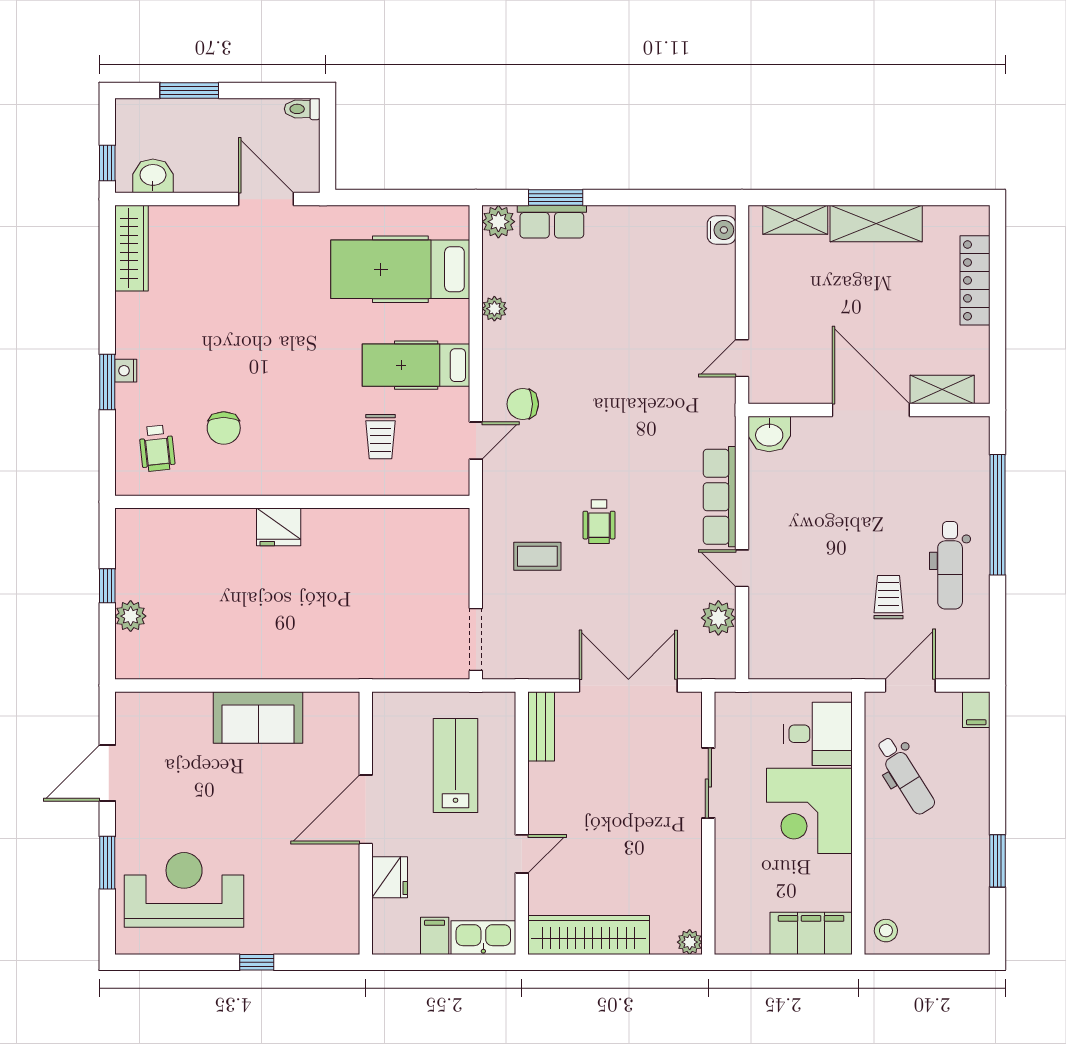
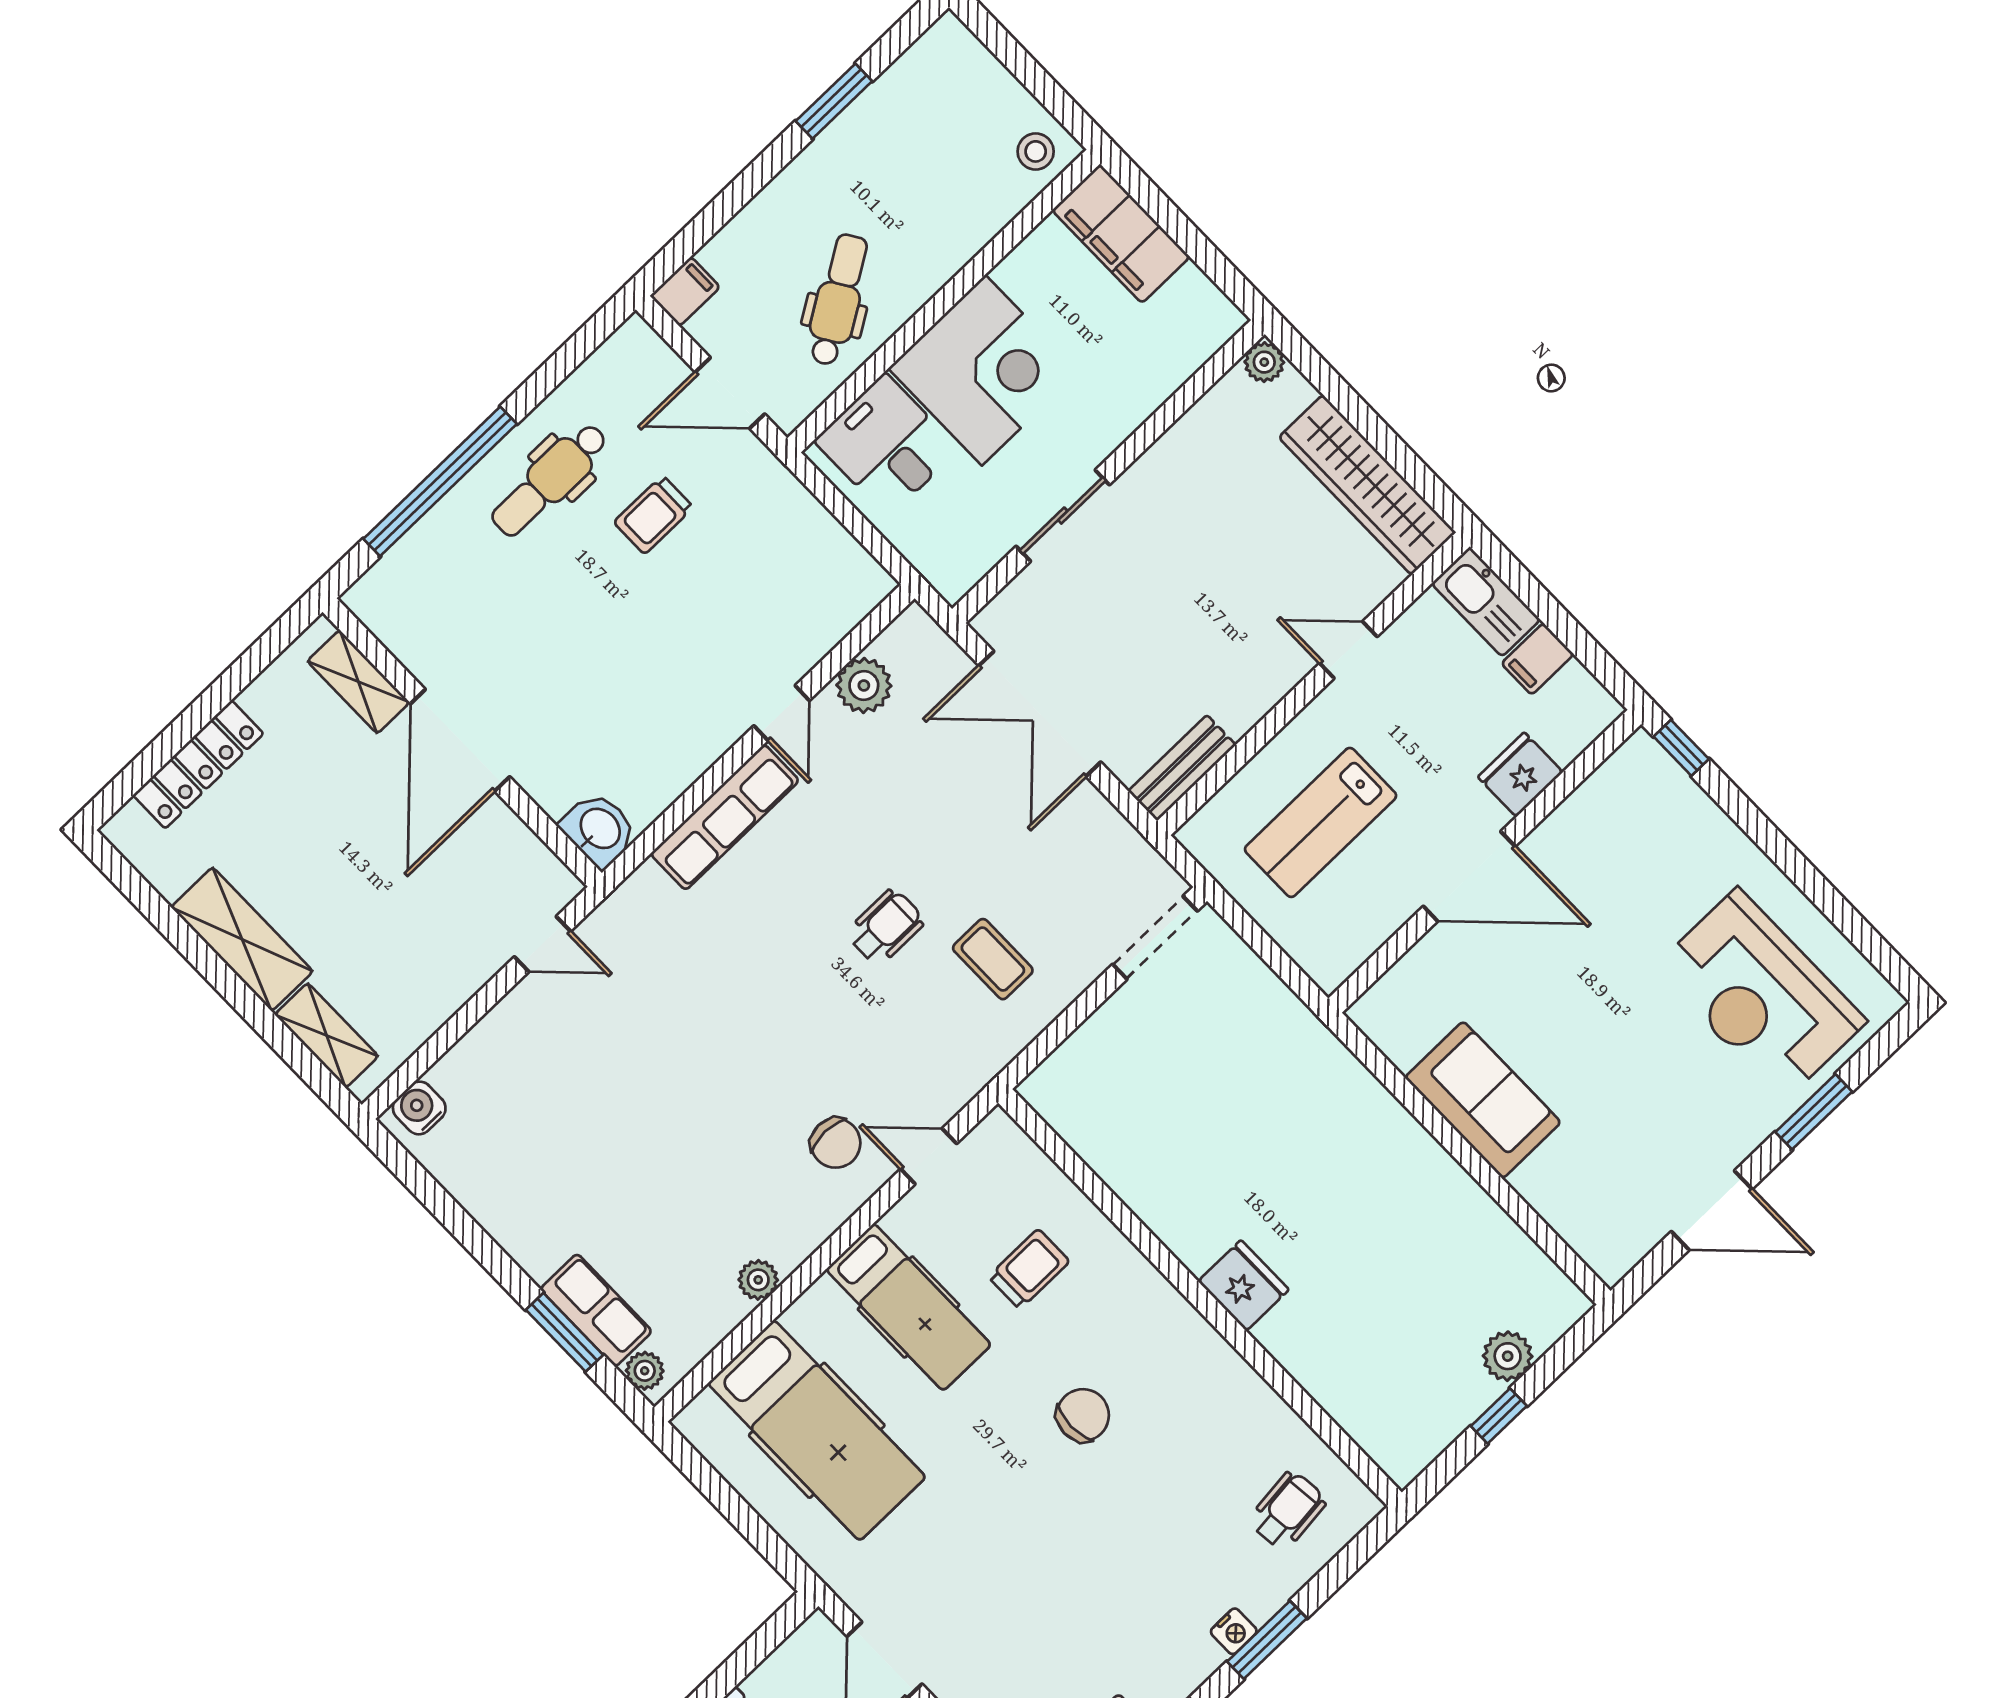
plant: (498, 222) -> (645, 1371), width x0.73, depth x0.73
chair: (224, 428) -> (1083, 1415), moved
dental chair: (950, 565) -> (550, 480), turned 180
window: (257, 962) -> (1681, 748), moved

